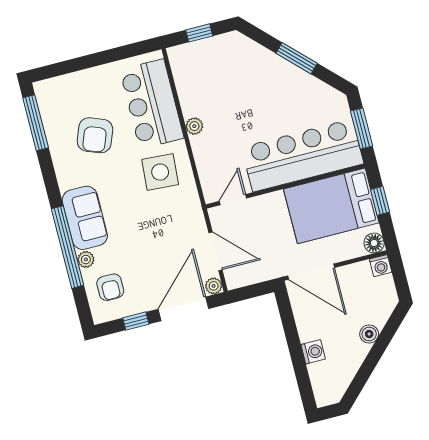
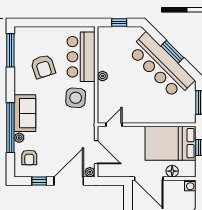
armchair: (95, 135) -> (43, 67), turned -39
bar counter: (303, 155) -> (161, 66), moved, turned -135
floor lamp: (374, 243) -> (172, 171), moved

